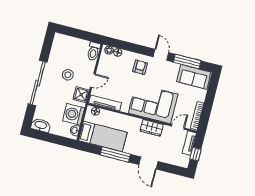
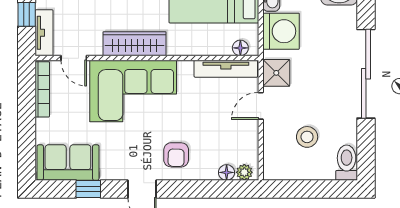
toilet: (94, 51) -> (347, 163), moved
window: (187, 61) -> (88, 189), width x0.46
stool: (68, 75) -> (307, 137), moved
door: (178, 127) -> (74, 58), hinge flipped
wardrobe: (152, 128) -> (135, 44), width x1.50

